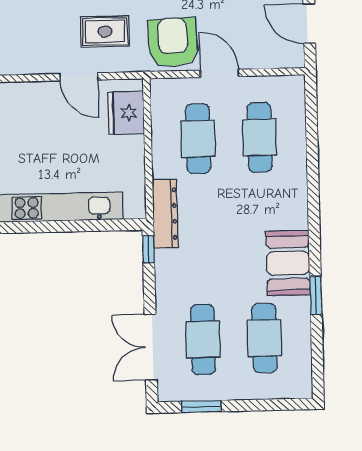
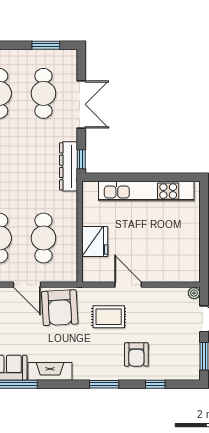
fridge: (126, 113) -> (95, 242), moved
dresser: (165, 214) -> (69, 166), moved
double door: (151, 347) -> (81, 104), moved

